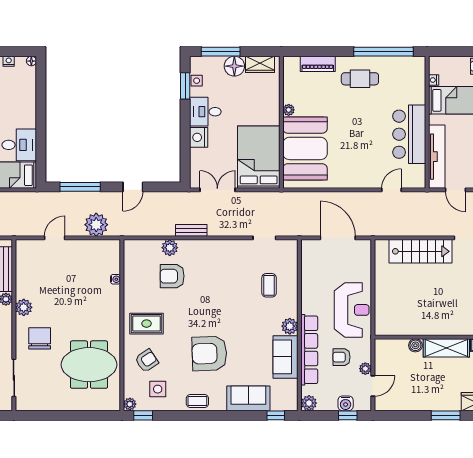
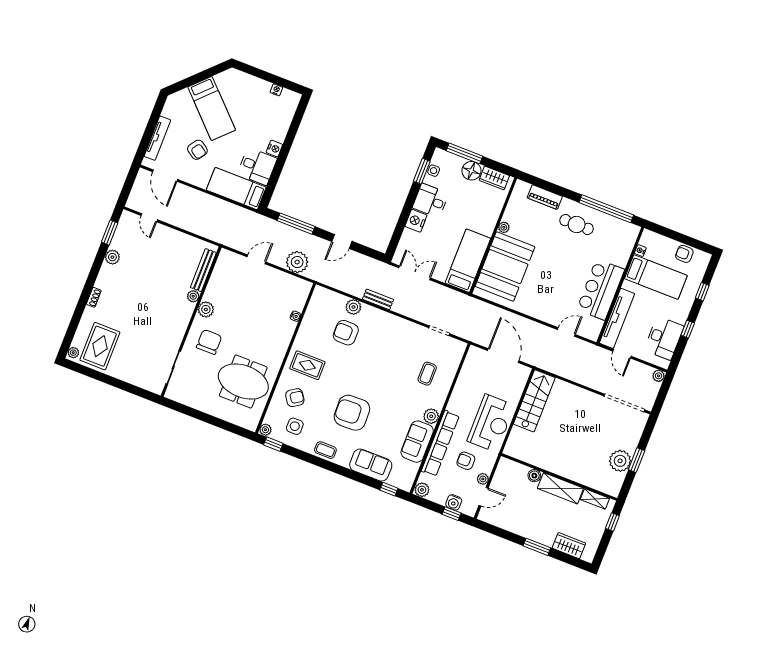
floor lamp: (31, 61) -> (296, 97), removed
nightstand: (30, 120) -> (274, 148), added
bed: (259, 157) -> (468, 261), width x0.67
stairs: (420, 251) -> (534, 401), moved, turned -90

